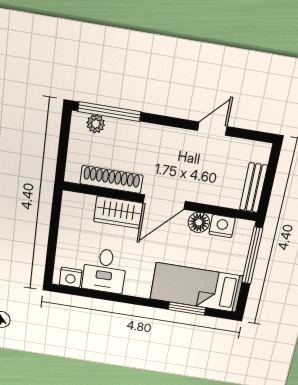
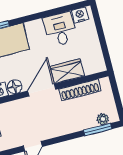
window: (109, 112) -> (98, 130), width x0.69

